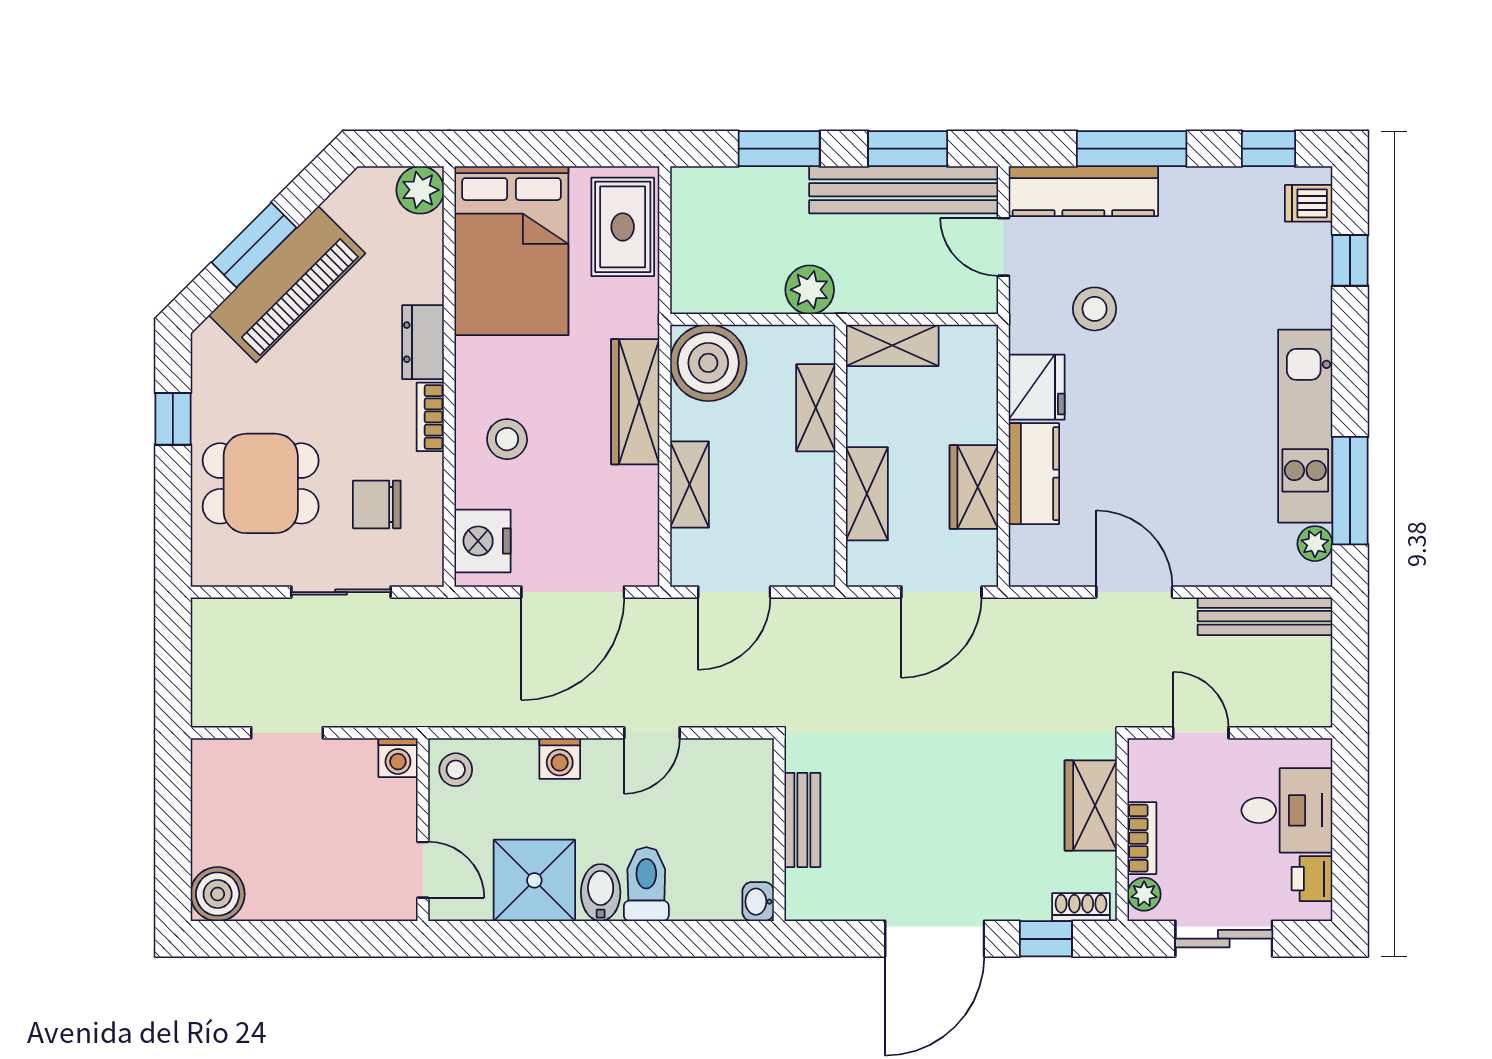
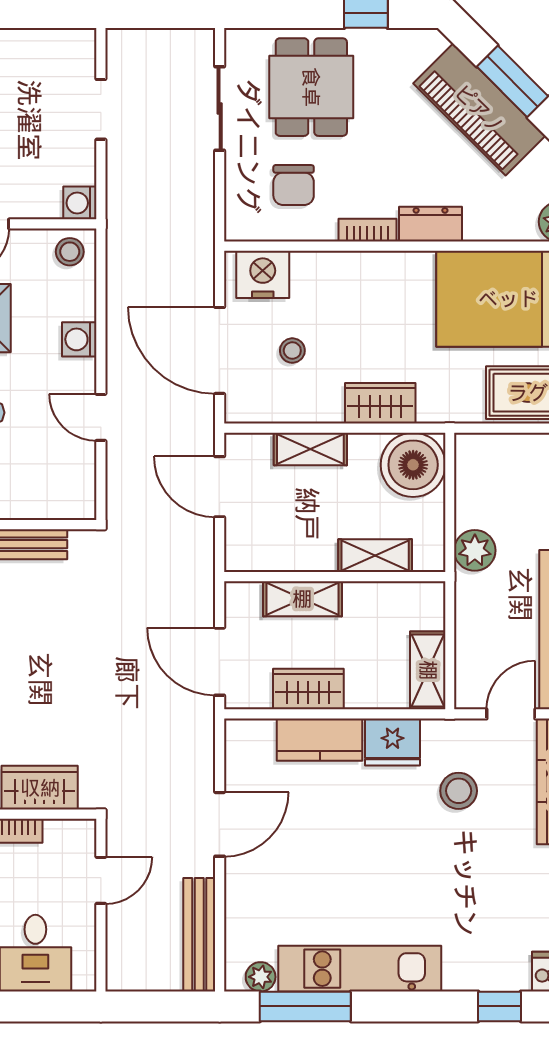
shelving: (892, 345) -> (428, 670), moved
wardrobe: (635, 402) -> (380, 403), width x0.67
stool: (507, 439) -> (292, 351), moved, width x0.73, depth x0.73
chair: (377, 504) -> (294, 185), turned 180
sliding door: (341, 592) -> (220, 108), moved

